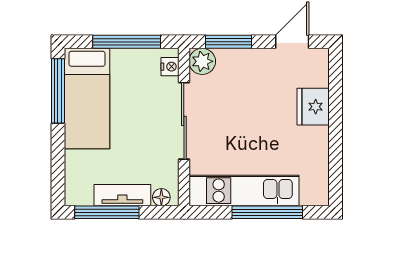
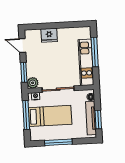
window: (58, 91) -> (58, 142), moved
bed: (87, 99) -> (50, 116), moved
tv unit: (122, 195) -> (91, 118), width x1.41
window: (107, 212) -> (98, 119), width x0.69

